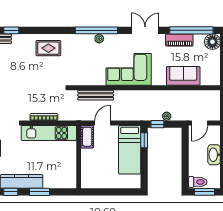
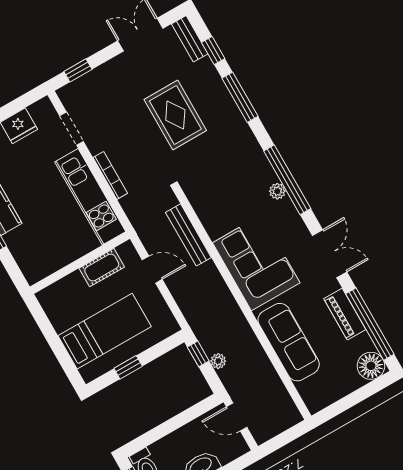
window: (42, 30) -> (240, 97), added
rug: (48, 48) -> (175, 115), moved, width x1.36, depth x1.43
sofa: (183, 76) -> (289, 342), width x1.36
cot: (87, 137) -> (102, 268), moved
window: (144, 140) -> (128, 367), moved
bed: (130, 150) -> (105, 331), moved, turned 180

